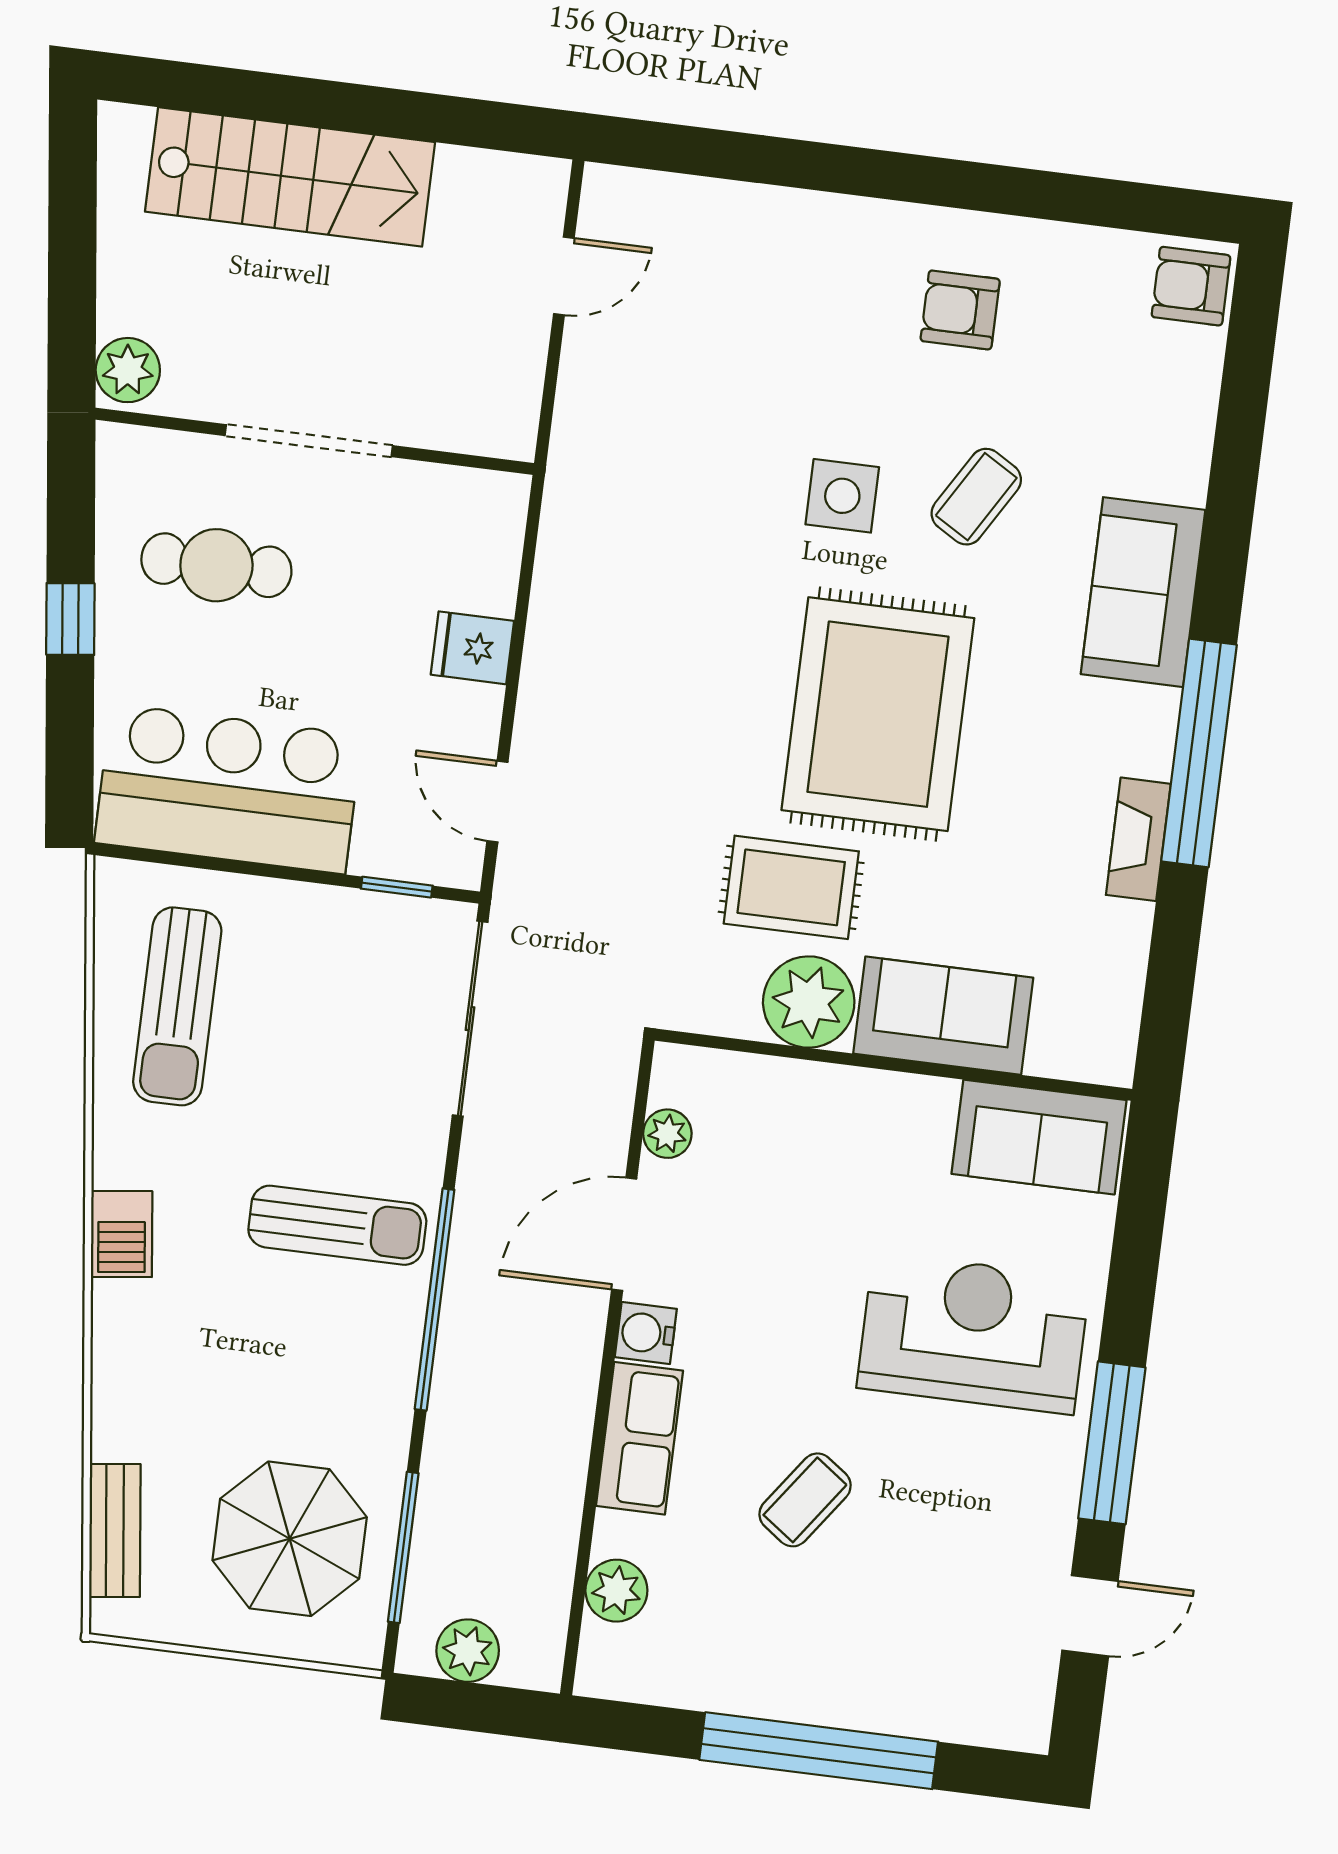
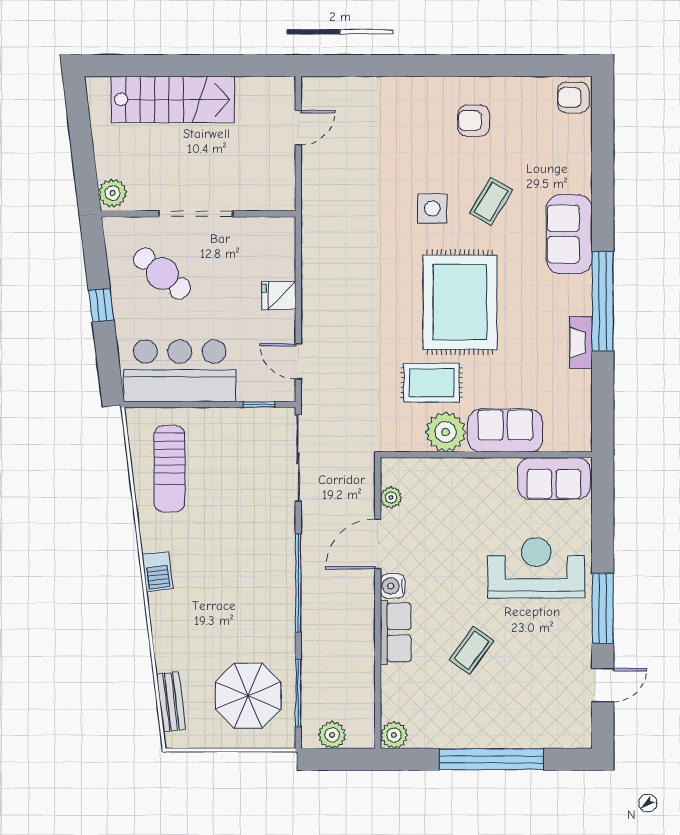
cafe table: (216, 565) -> (162, 274), turned 40
sun lounger: (337, 1225) -> (252, 556), removed
plant: (616, 1591) -> (394, 735), moved

